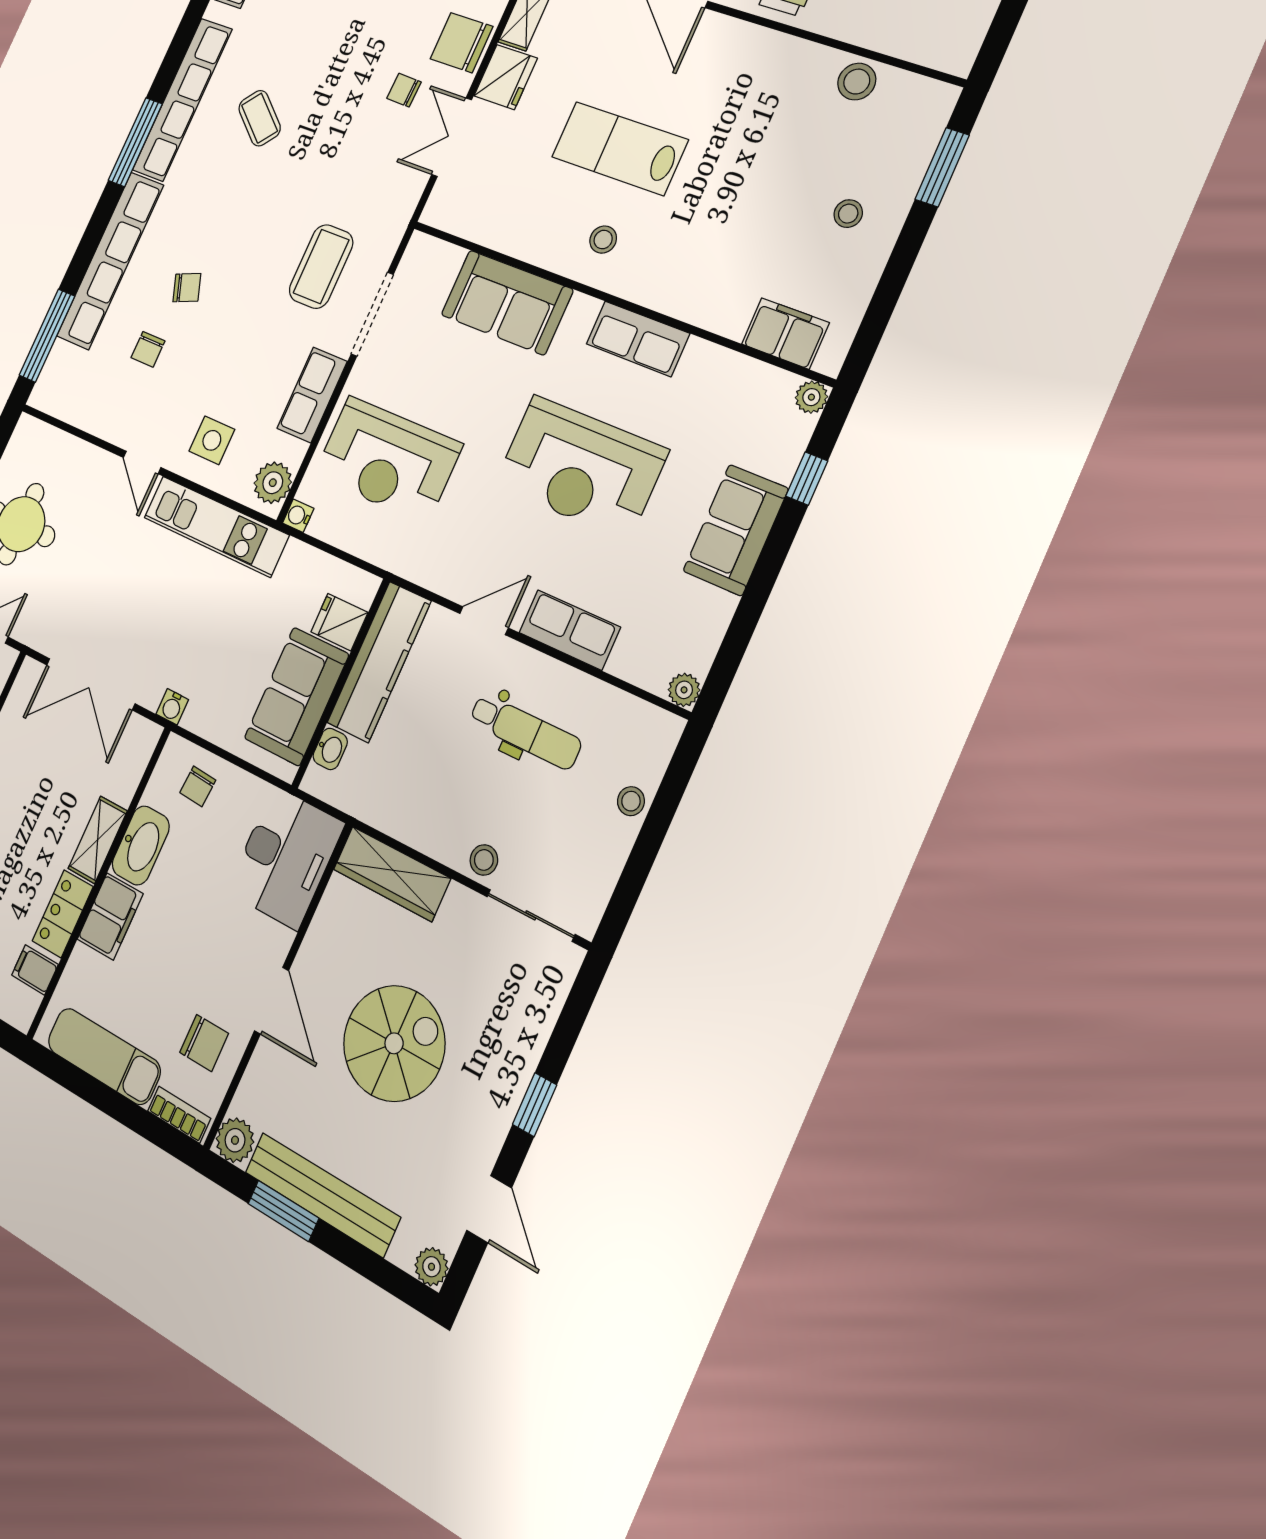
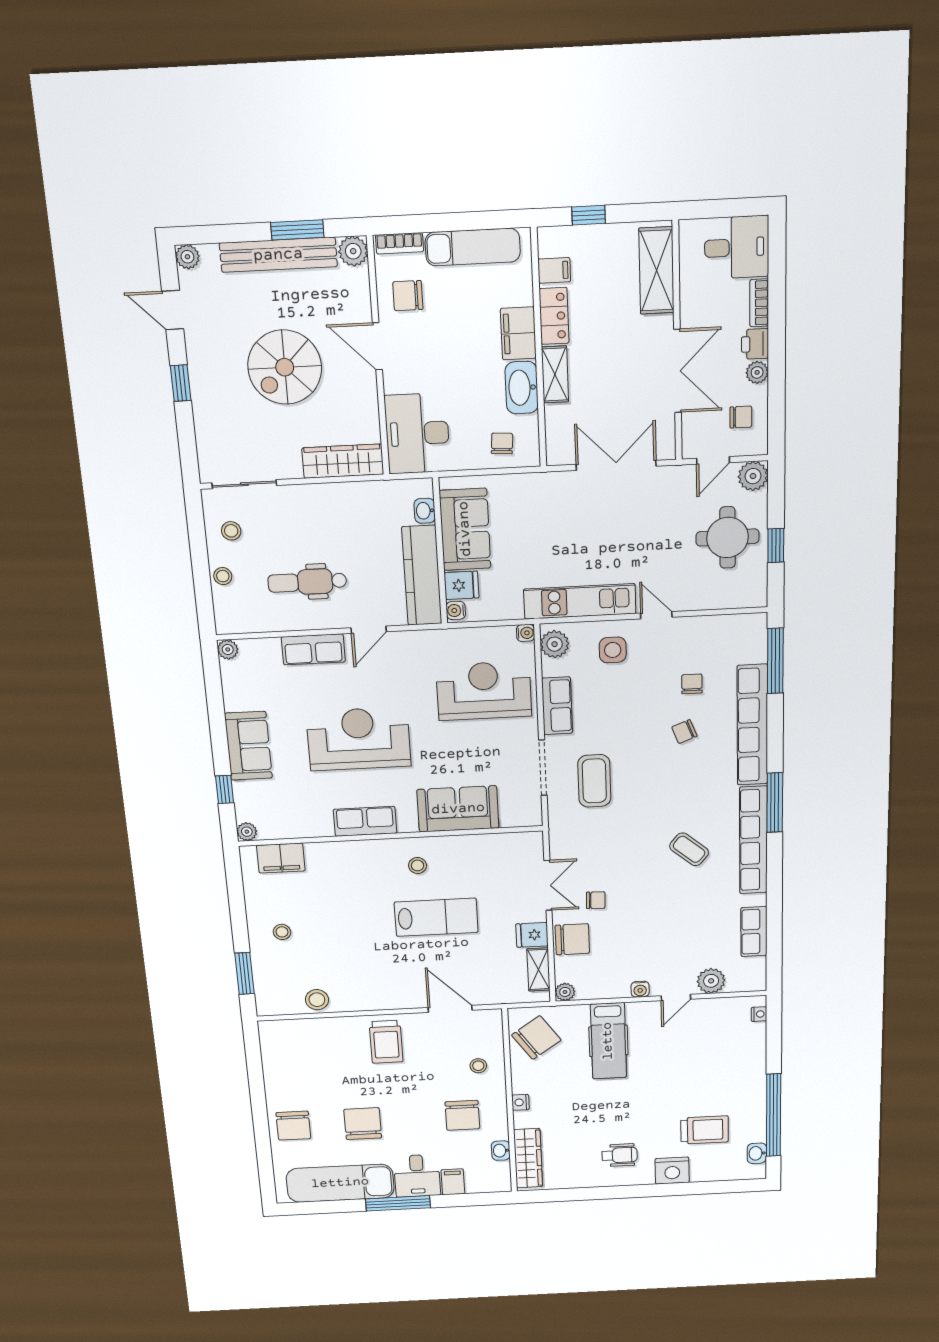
fridge: (506, 77) -> (532, 935), width x0.72
water cooler: (172, 707) -> (456, 610), moved, turned -90
stool: (484, 860) -> (231, 531), moved

